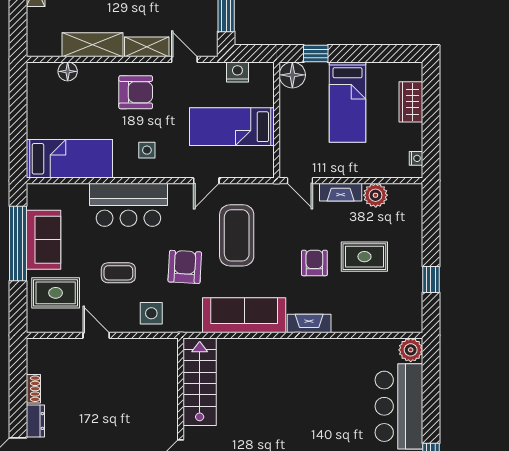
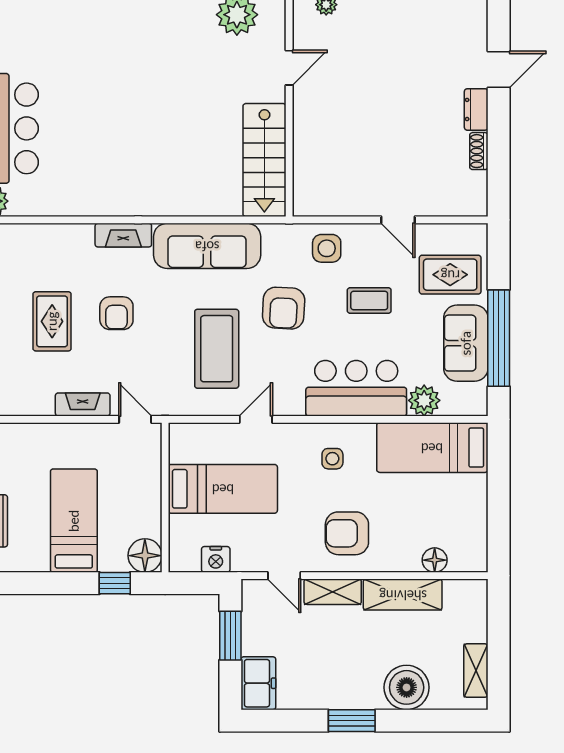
plant: (376, 195) -> (424, 400), moved
rug: (364, 257) -> (52, 321), turned 90

